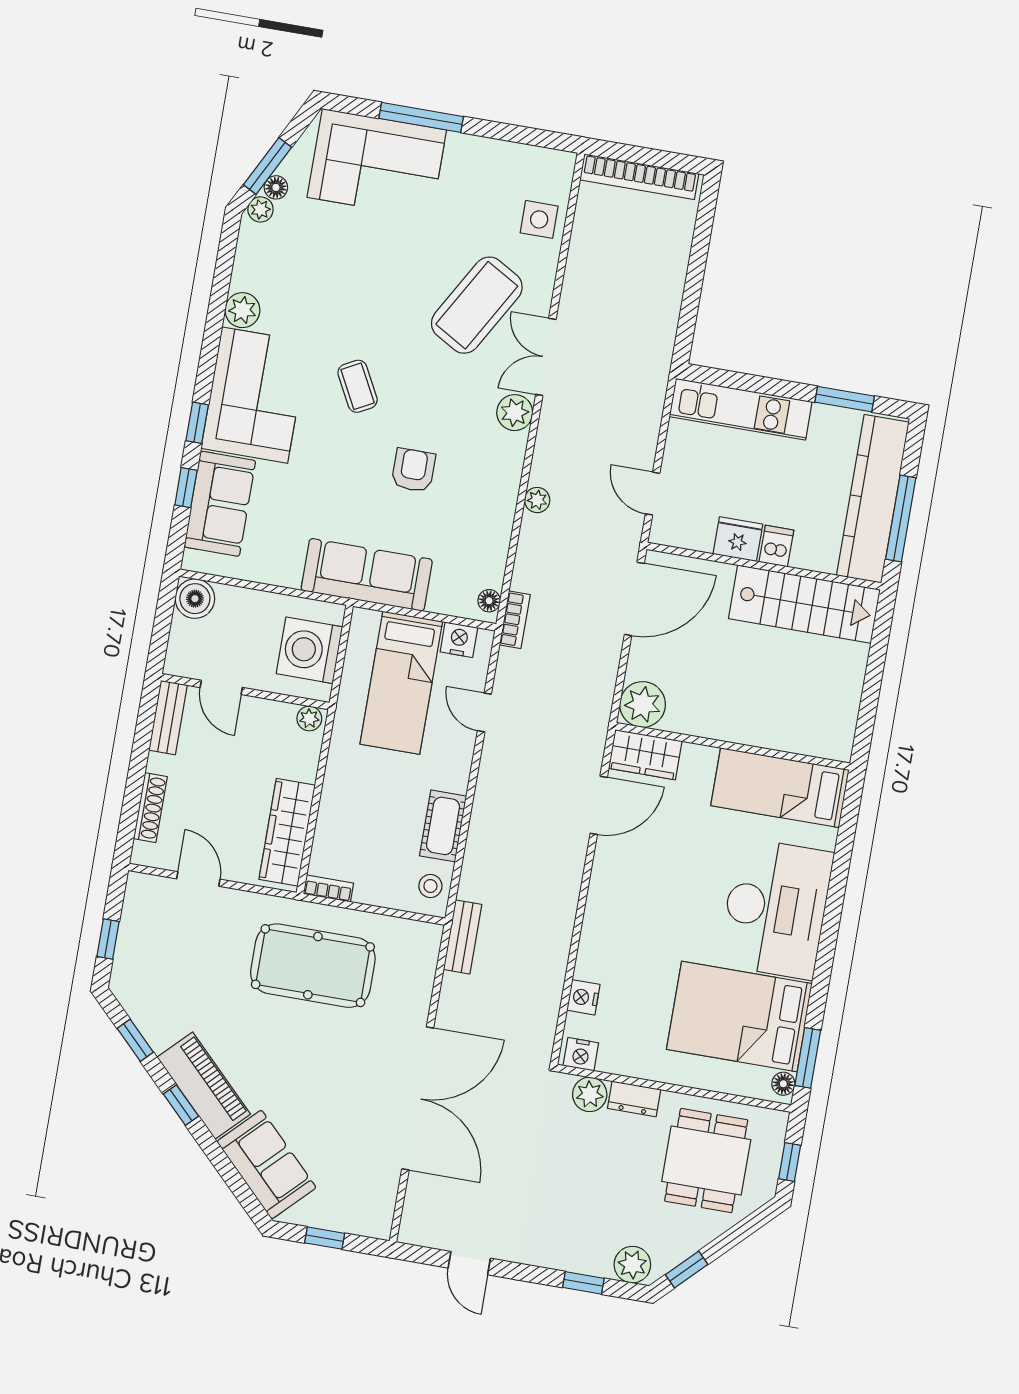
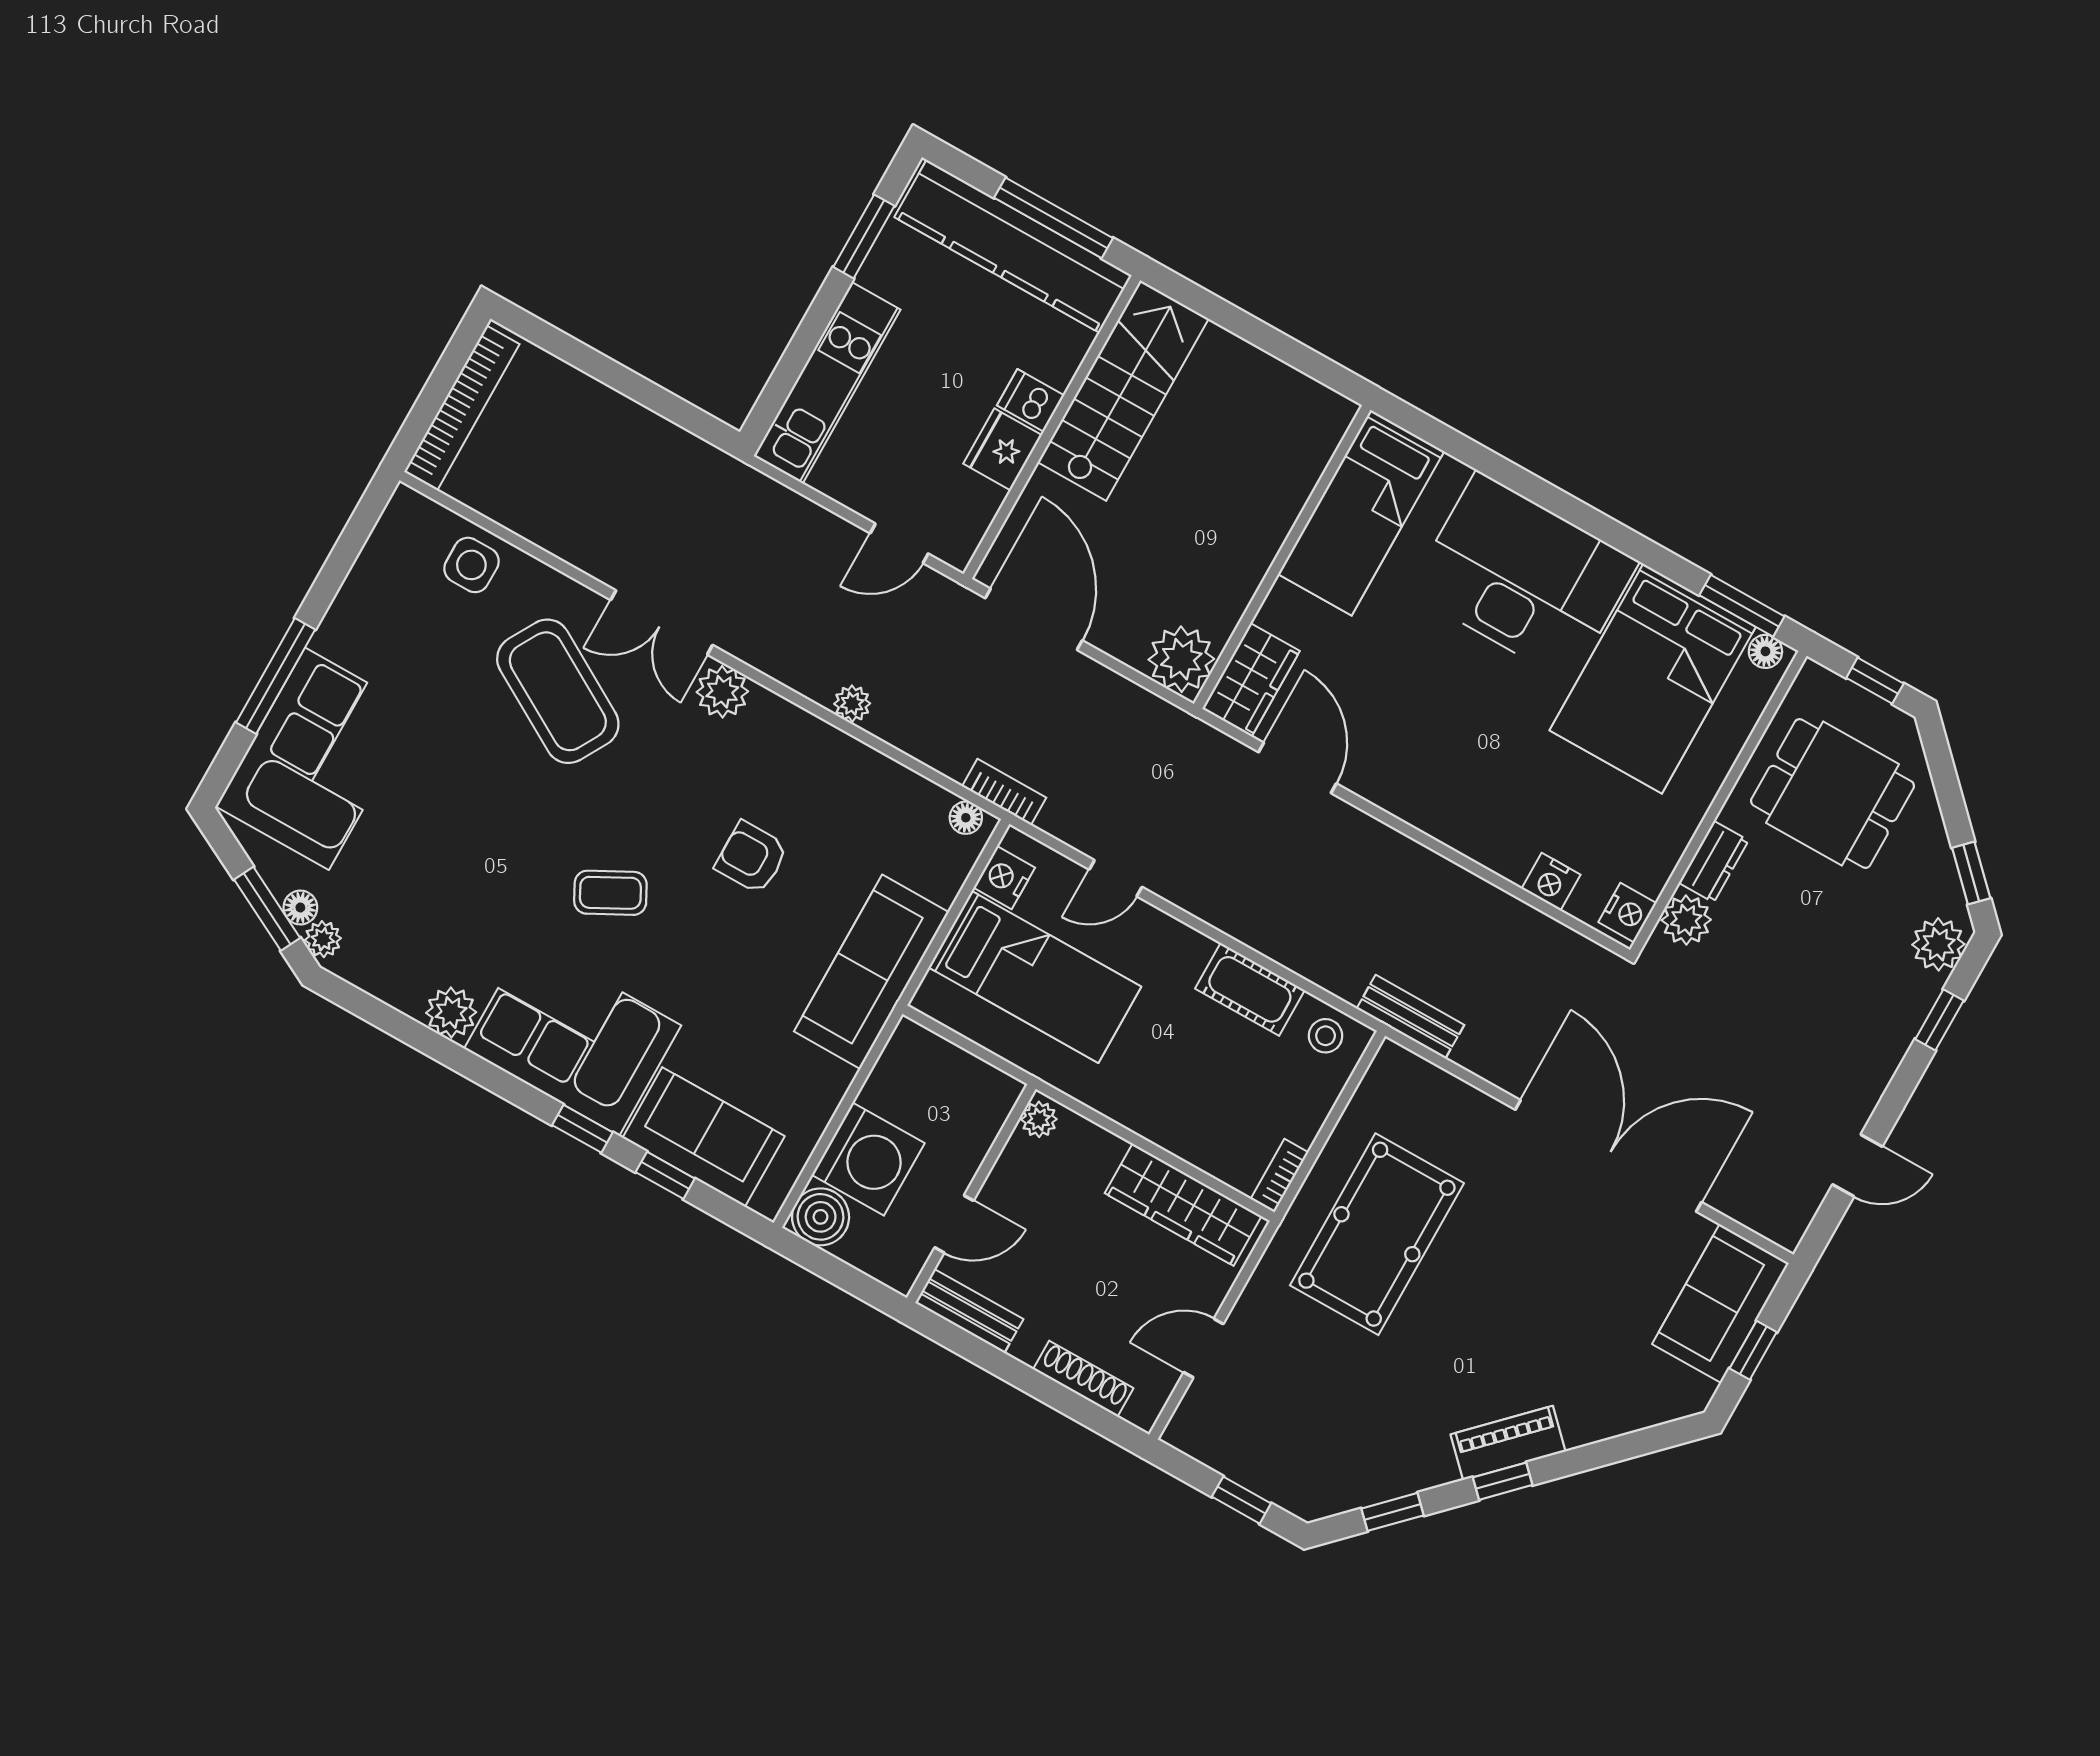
washing machine: (309, 650) -> (868, 1159), moved, turned -90
piano: (204, 1086) -> (1508, 1443), width x0.73, depth x0.75
sofa: (266, 1165) -> (1720, 1304), moved, turned -45

